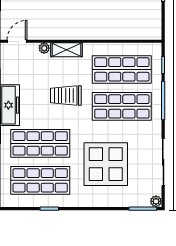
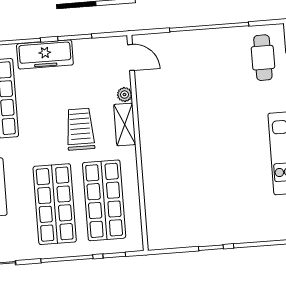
trolley: (66, 96) -> (80, 129), moved

